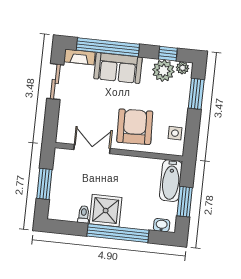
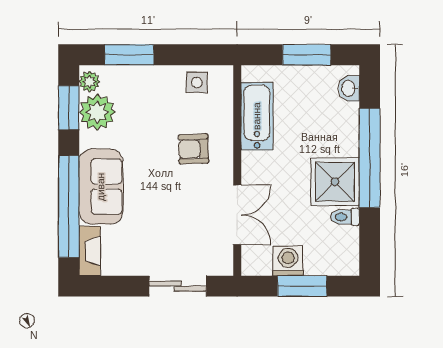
window: (168, 54) -> (69, 108), width x1.50
sliding door: (55, 82) -> (178, 286), moved
armchair: (135, 127) -> (193, 149), width x0.53, depth x0.53
double door: (92, 149) -> (237, 215), swing flipped
washing machine: (61, 177) -> (288, 261), added
bathtub: (171, 181) -> (257, 116), moved, turned -90

